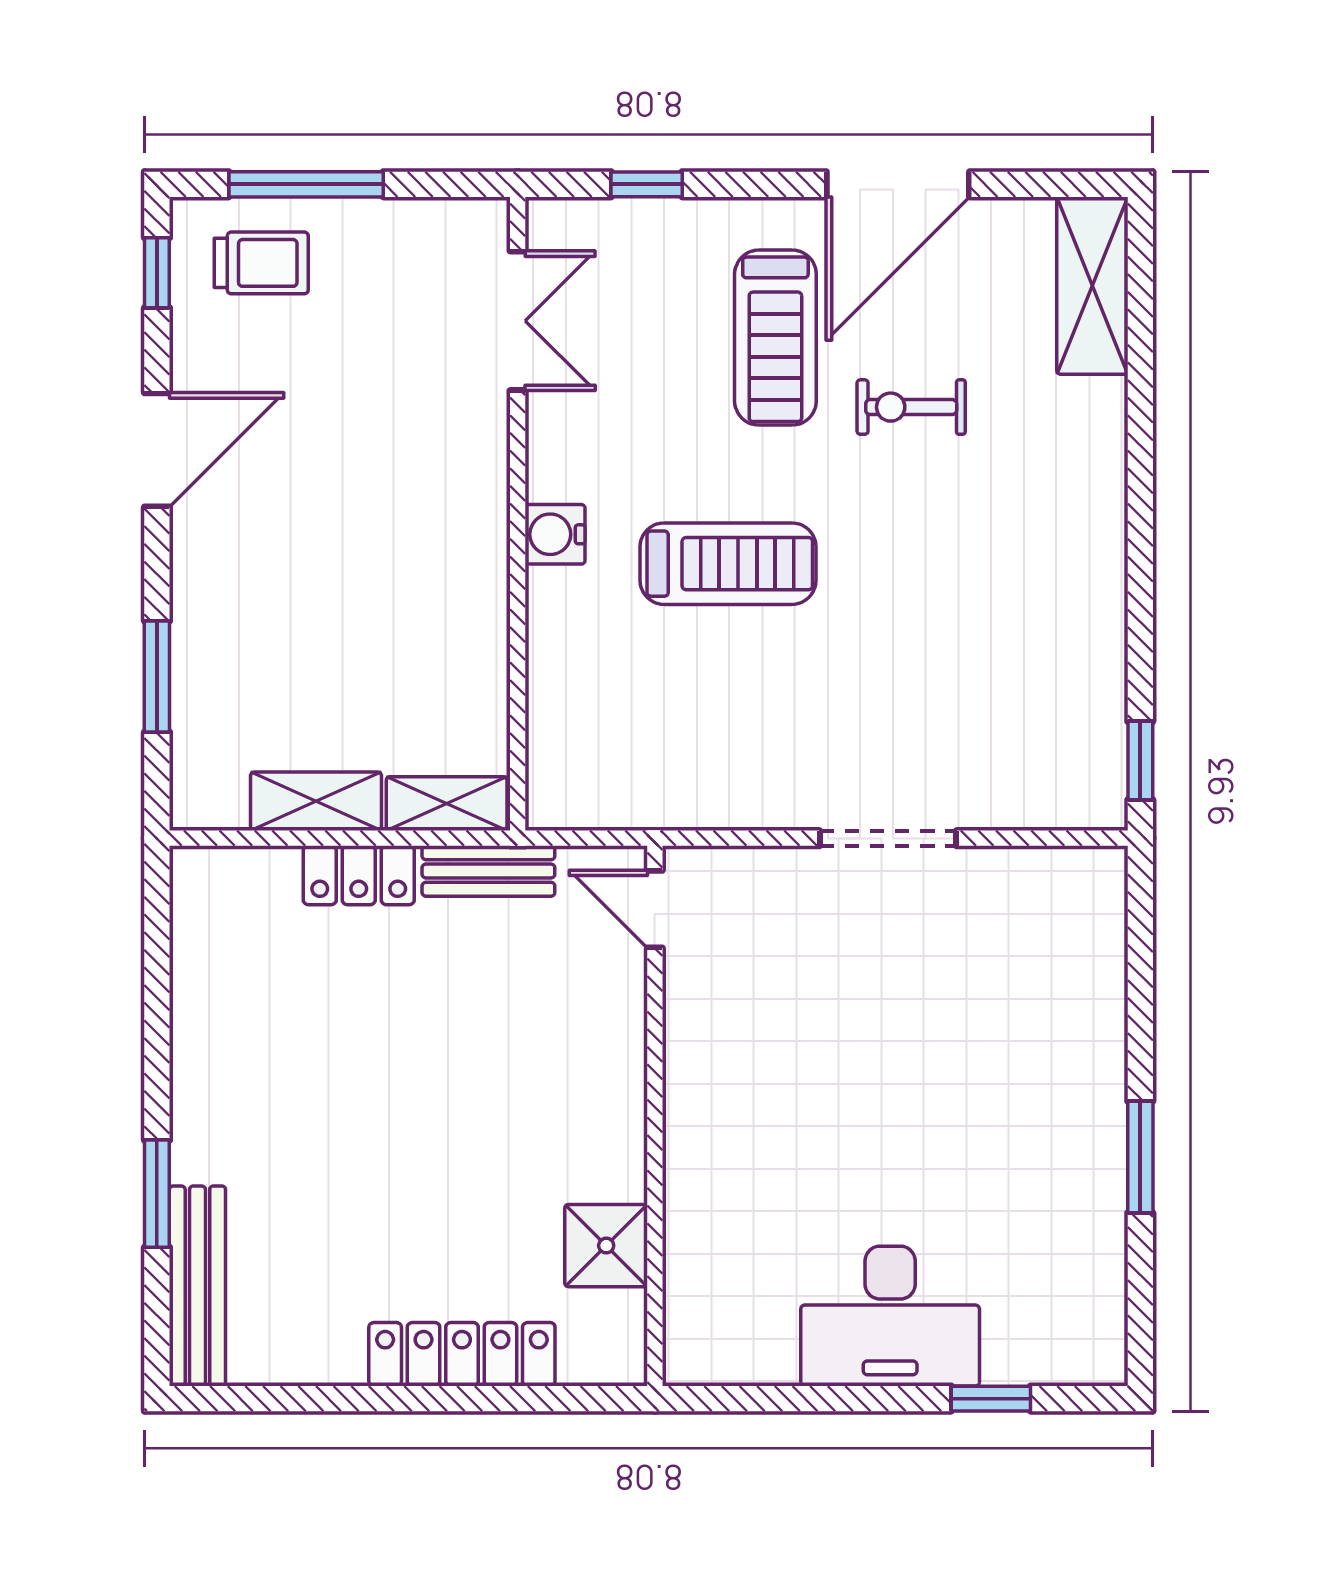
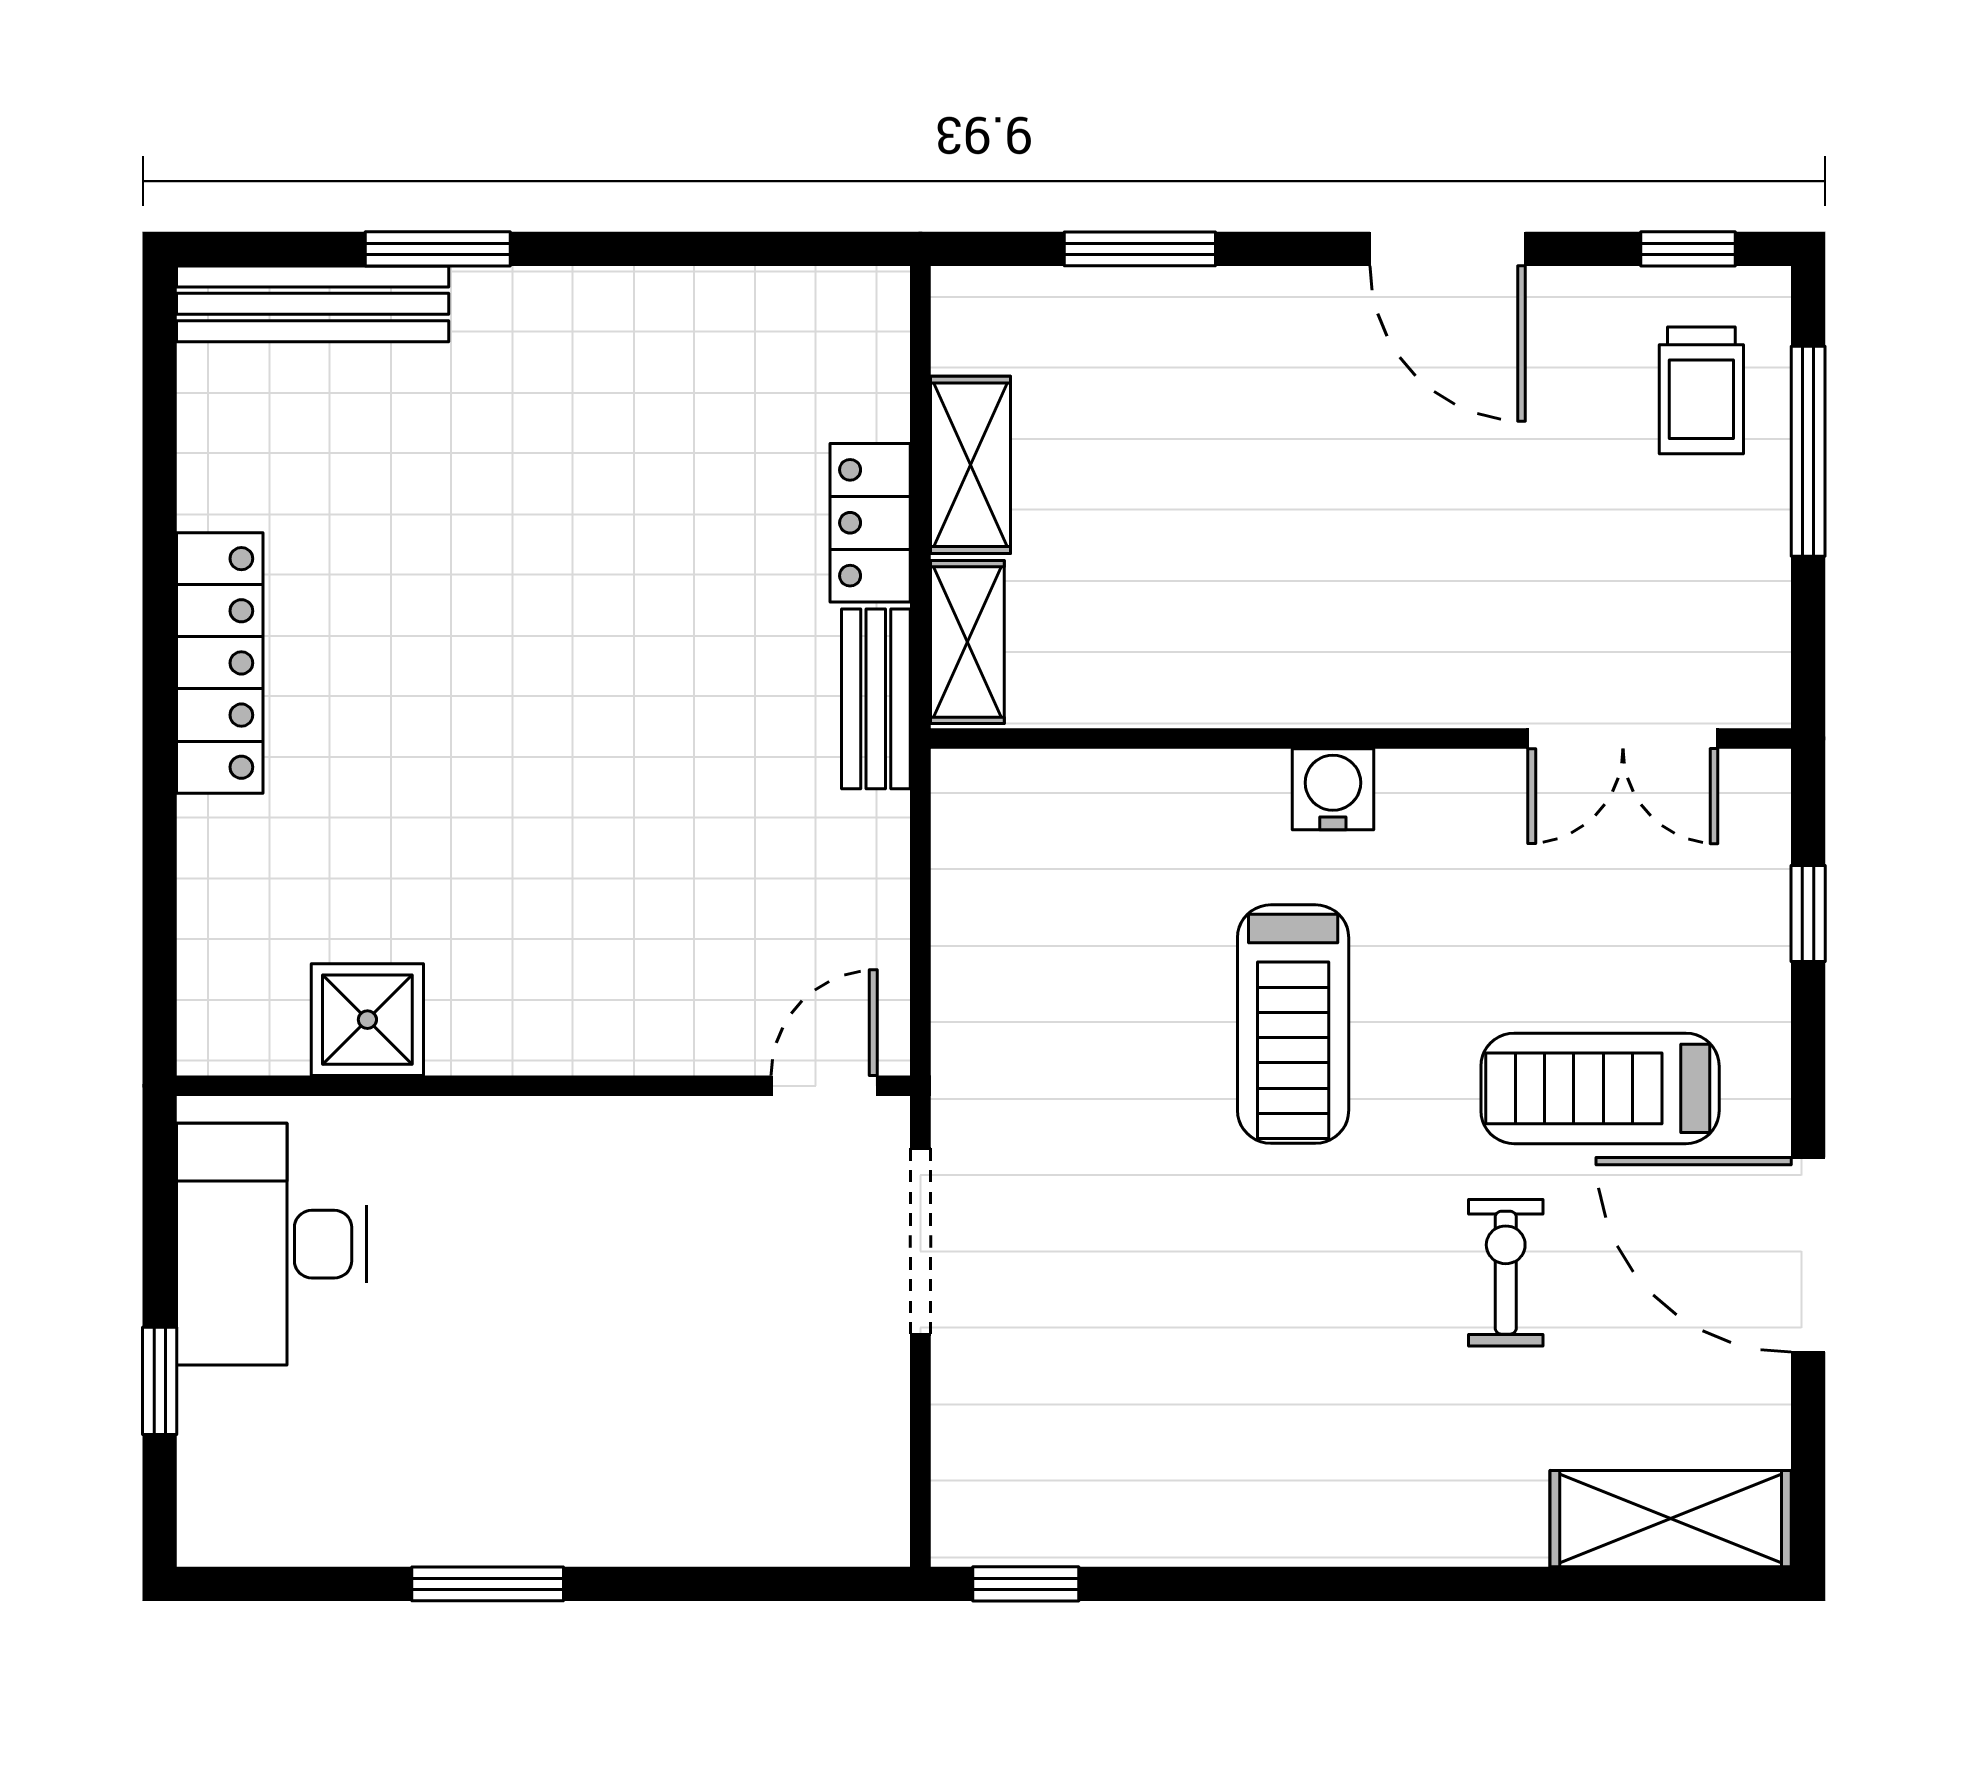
door: (655, 909) -> (824, 1086), moved
wall: (655, 1116) -> (543, 1086), moved
shower: (606, 1246) -> (367, 1020), moved

